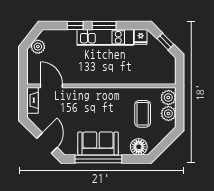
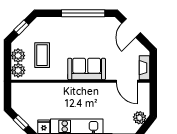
sofa: (98, 143) -> (87, 69), moved, turned 180
window: (165, 144) -> (21, 27), added
floor lamp: (139, 147) -> (46, 25), removed

